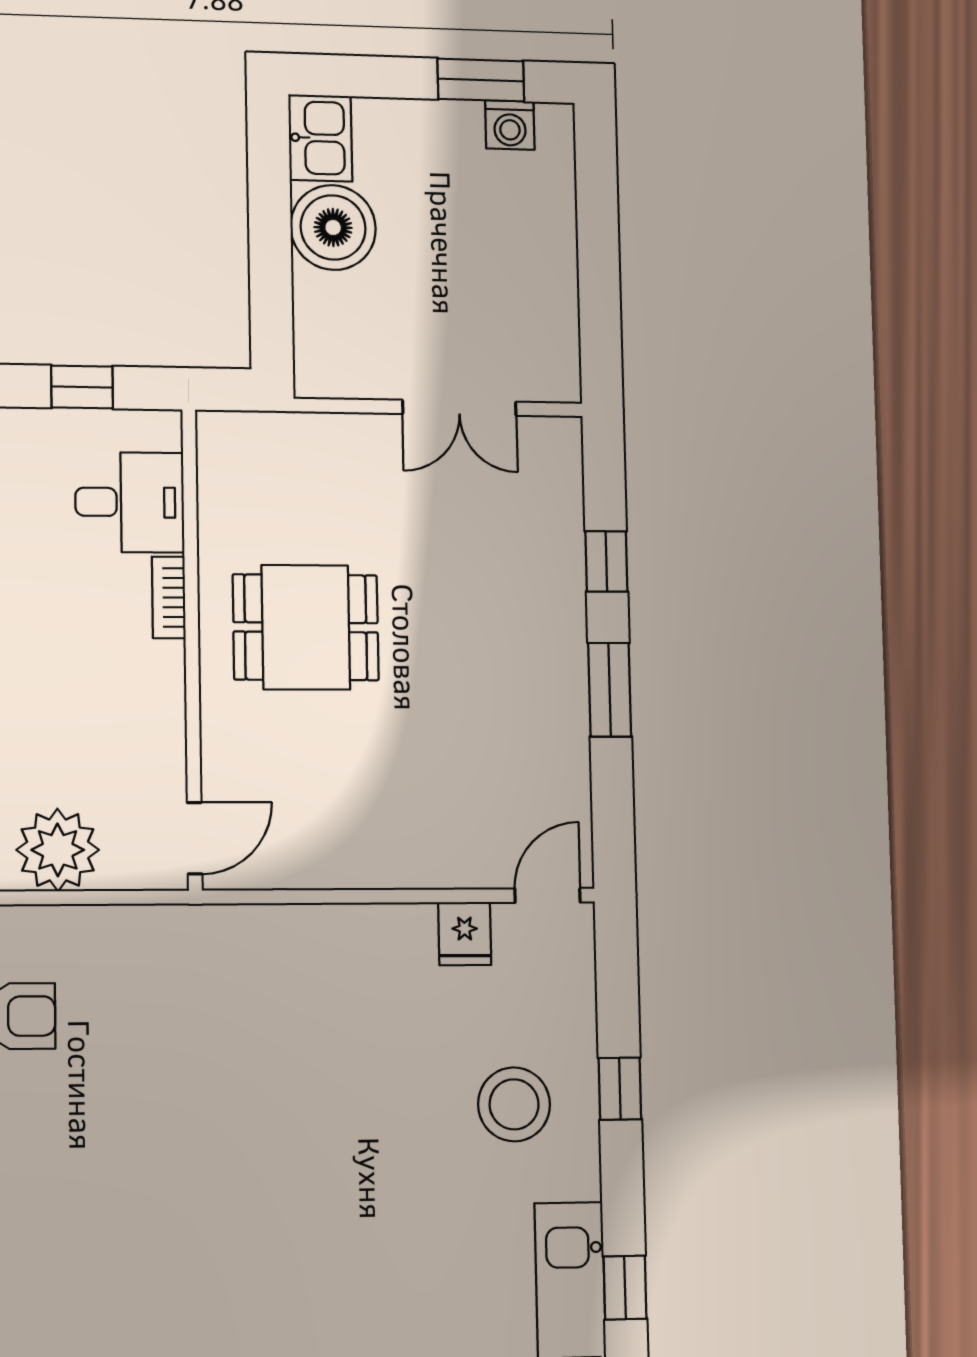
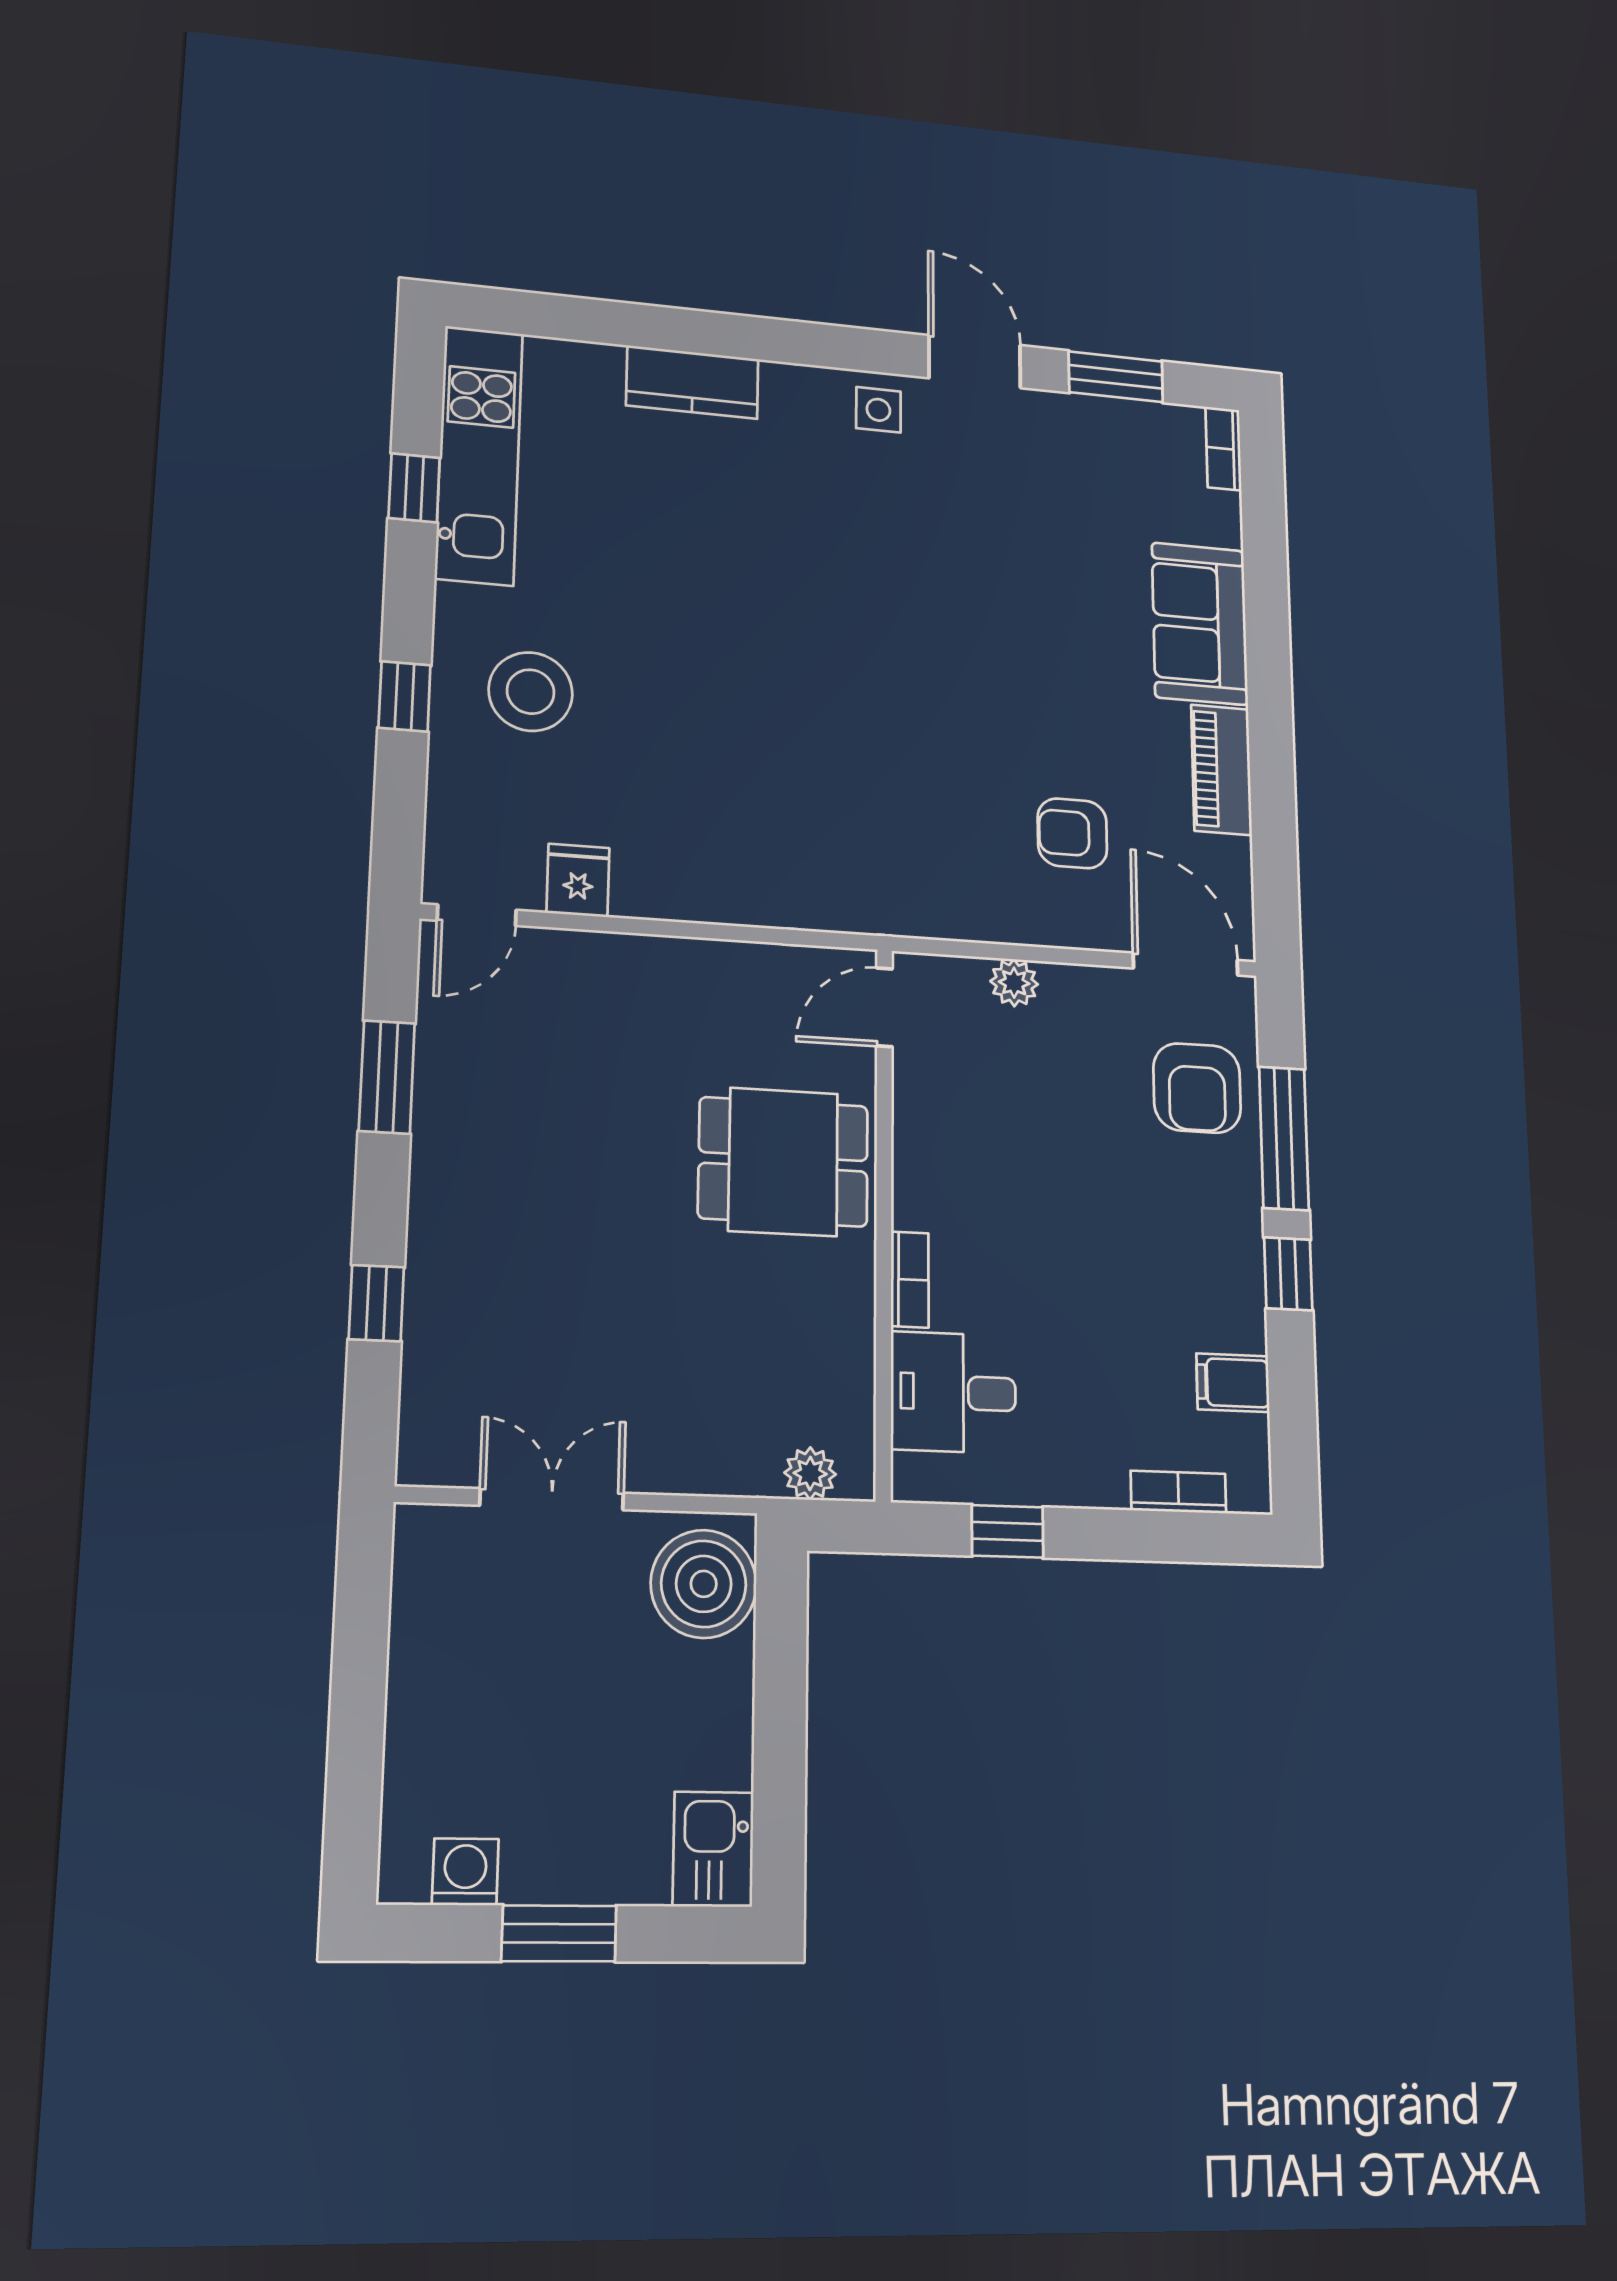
window: (481, 80) -> (559, 1933), moved
boiler: (333, 227) -> (704, 1584), moved
plant: (250, 432) -> (810, 1473), added
dining table: (306, 627) -> (783, 1162), moved
window: (610, 690) -> (387, 1077), moved
plant: (58, 850) -> (1014, 983), width x0.53, depth x0.53

